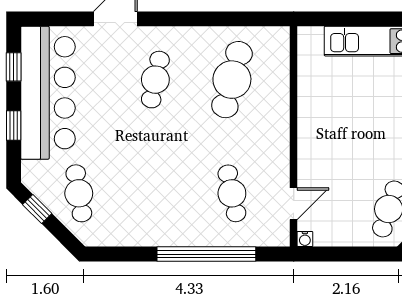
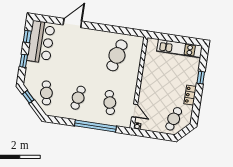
cafe table: (155, 80) -> (78, 98), moved
bar counter: (48, 93) -> (41, 42), width x0.73
door: (294, 204) -> (135, 111), hinge flipped

